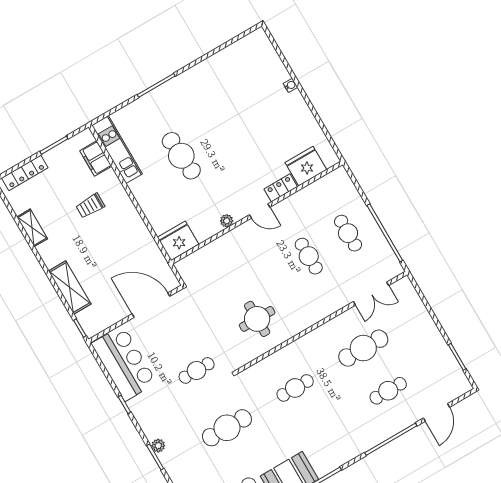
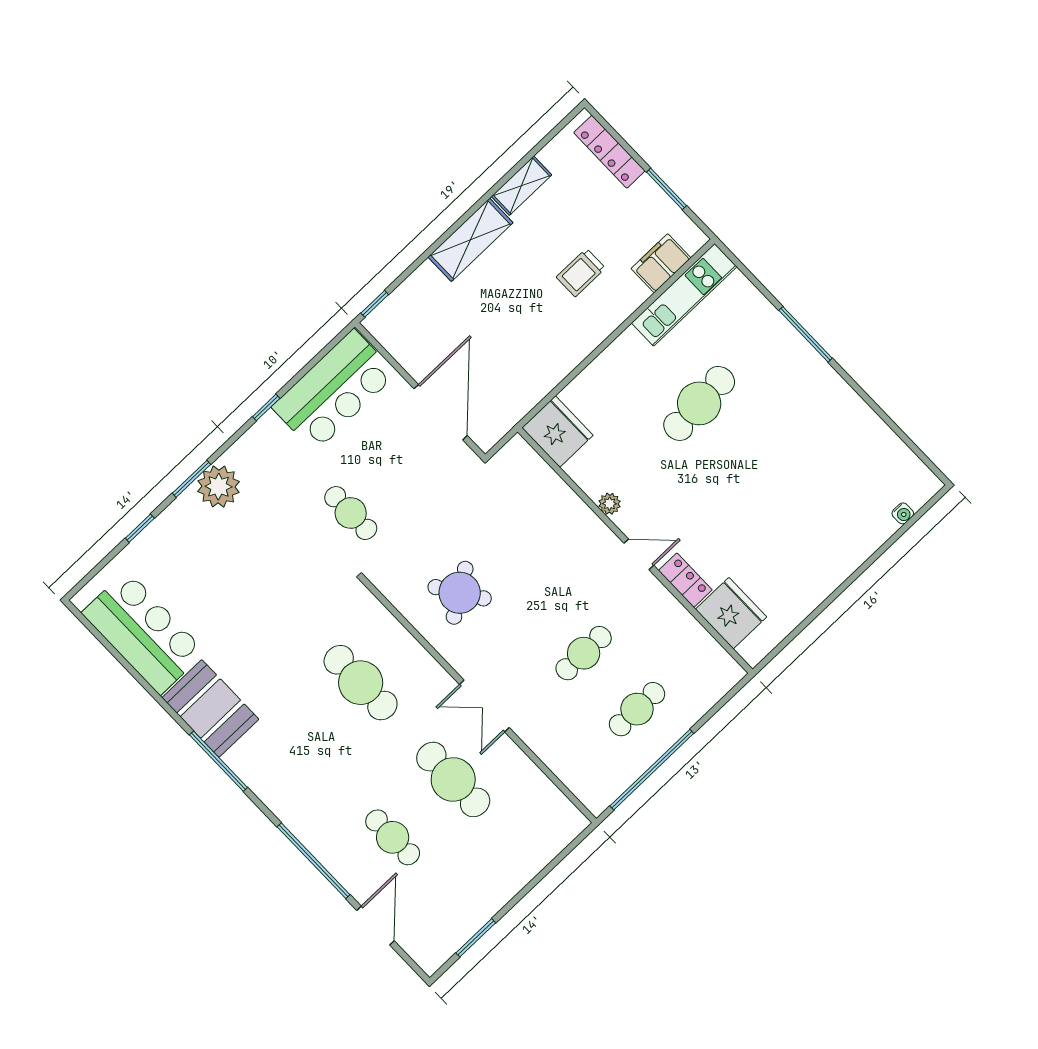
water cooler: (290, 85) -> (903, 513), moved
trolley: (90, 206) -> (581, 273), turned -90
door: (260, 211) -> (639, 554), swing flipped
shelving: (70, 287) -> (470, 240), moved
double door: (371, 294) -> (484, 706), moved
round table: (257, 319) -> (460, 593), turned -33
cafe table: (295, 388) -> (361, 683), width x1.37, depth x1.35
door: (436, 413) -> (375, 926), swing flipped
cafe table: (227, 428) -> (268, 586), removed
plant: (158, 446) -> (219, 487), width x1.87, depth x1.87

